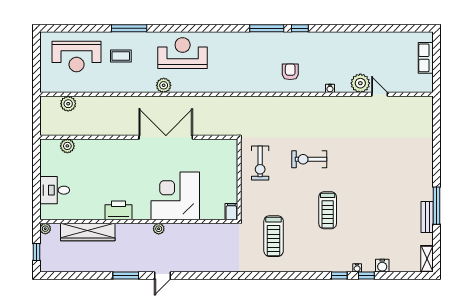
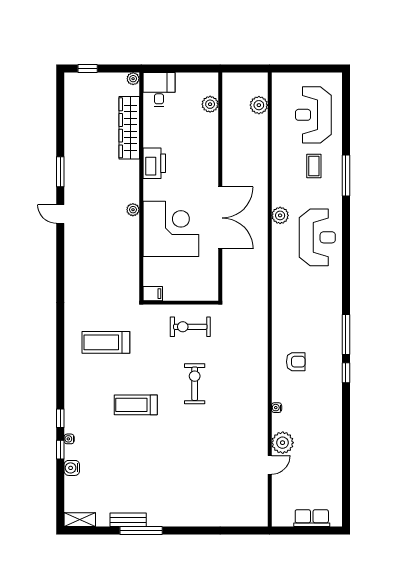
corner desk: (175, 196) -> (171, 229), moved
printer: (118, 210) -> (154, 163), moved
filing cabinet: (231, 212) -> (153, 294), moved
wall: (139, 222) -> (141, 187), moved
plant: (45, 229) -> (133, 79), moved
plant: (159, 229) -> (133, 210), moved
wardrobe: (88, 232) -> (129, 128), moved

